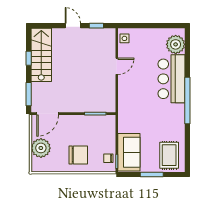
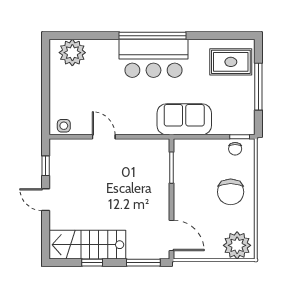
door: (73, 26) -> (46, 200), hinge flipped
bar counter: (172, 79) -> (153, 58), moved
plant: (41, 148) -> (237, 245), moved
sofa: (129, 152) -> (184, 119), moved
chair: (78, 155) -> (231, 192), turned 180
window: (152, 175) -> (258, 87), width x1.44

